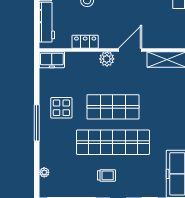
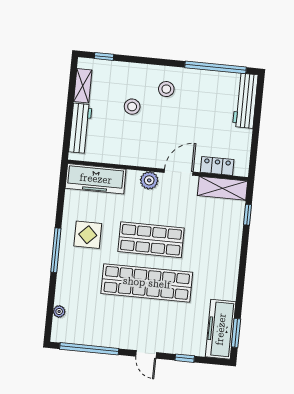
locker: (85, 42) -> (217, 166), moved
freezer: (52, 60) -> (96, 179), width x1.91, depth x1.26
trolley: (106, 175) -> (135, 323), removed

